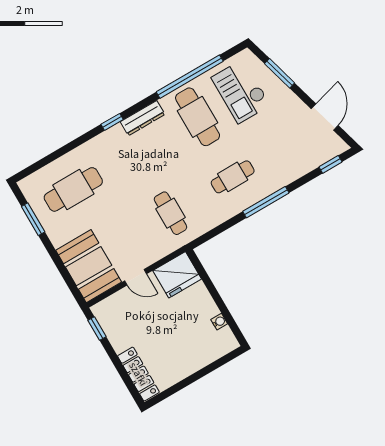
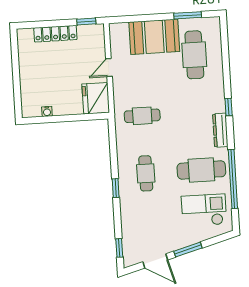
window: (280, 73) -> (188, 250), moved
window: (266, 202) -> (116, 188), width x0.46
booth: (89, 266) -> (154, 37), moved
locker: (138, 374) -> (55, 34), moved

